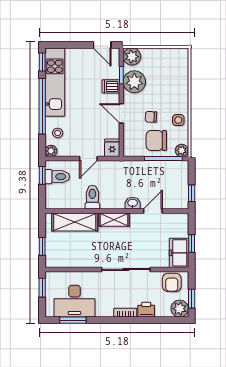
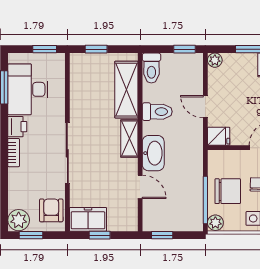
stool: (58, 133) -> (237, 68), removed
chair: (156, 141) -> (228, 191), turned 90
toilet: (57, 177) -> (151, 68), moved
washbasin: (133, 203) -> (153, 153), width x1.91, depth x1.45
armchair: (172, 282) -> (51, 210), turned 90
printer: (146, 310) -> (17, 127), moved

